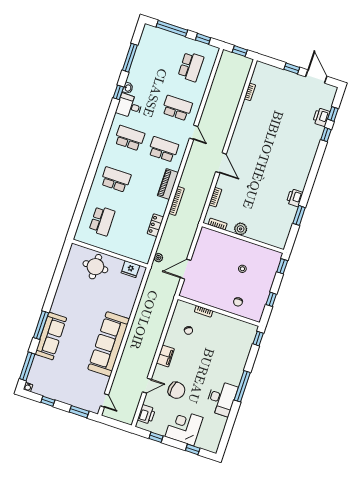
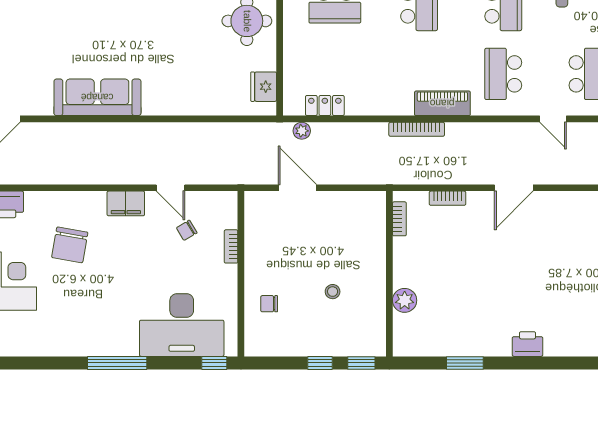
door: (194, 132) -> (553, 119), hinge flipped
school desk: (163, 149) -> (503, 74), turned 180
printer: (295, 198) -> (528, 344), moved
locker: (155, 225) -> (325, 105), moved
plant: (241, 229) -> (405, 300), moved
window: (271, 299) -> (320, 363), moved
sofa: (109, 344) -> (97, 97), width x0.74, depth x0.79
door: (147, 386) -> (171, 188), moved
desk: (221, 398) -> (182, 325), moved, width x1.36, depth x1.30

